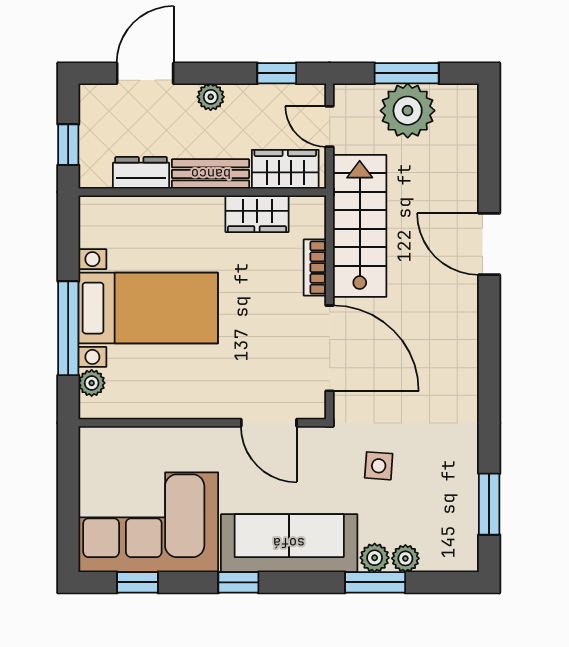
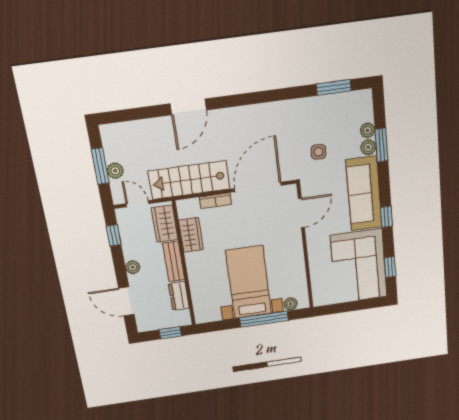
plant: (408, 111) -> (115, 171), width x0.53, depth x0.53
door: (330, 127) -> (137, 204), swing flipped

